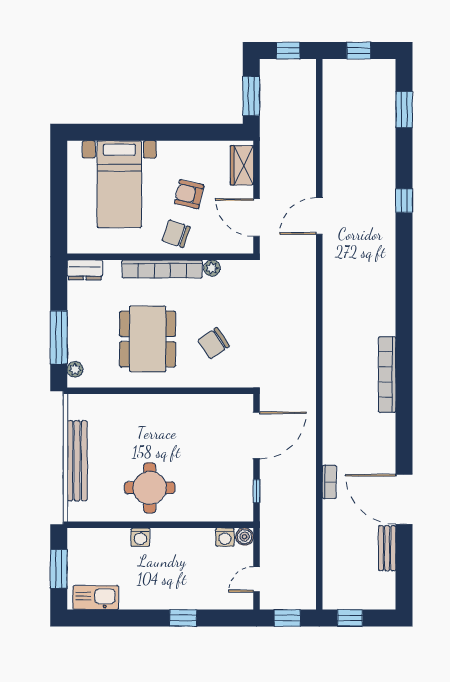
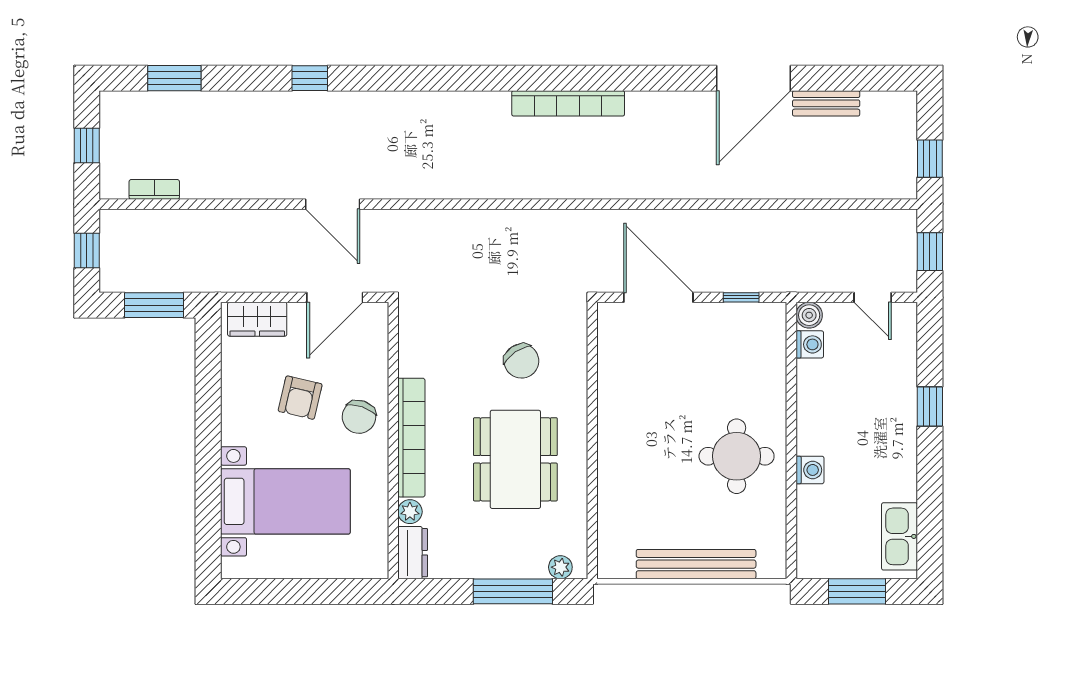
plant: (212, 268) -> (410, 512), moved
dining table: (148, 339) -> (515, 459), turned 90
bookcase: (329, 482) -> (154, 189), moved

